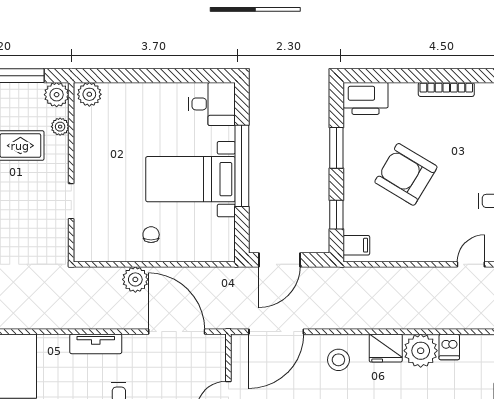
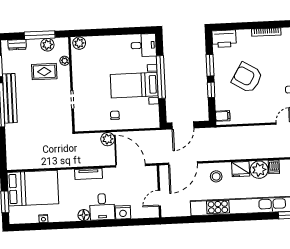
plant: (57, 95) -> (47, 45), moved
window: (336, 215) -> (211, 90), moved

